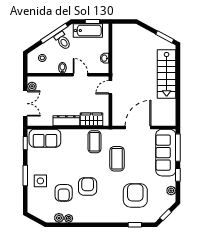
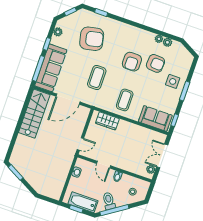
stairs: (167, 74) -> (34, 114), moved
dresser: (66, 121) -> (131, 128), removed
coffee table: (94, 142) -> (125, 100), moved
armchair: (64, 193) -> (155, 63), turned 94
armchair: (135, 195) -> (92, 39), turned -102

